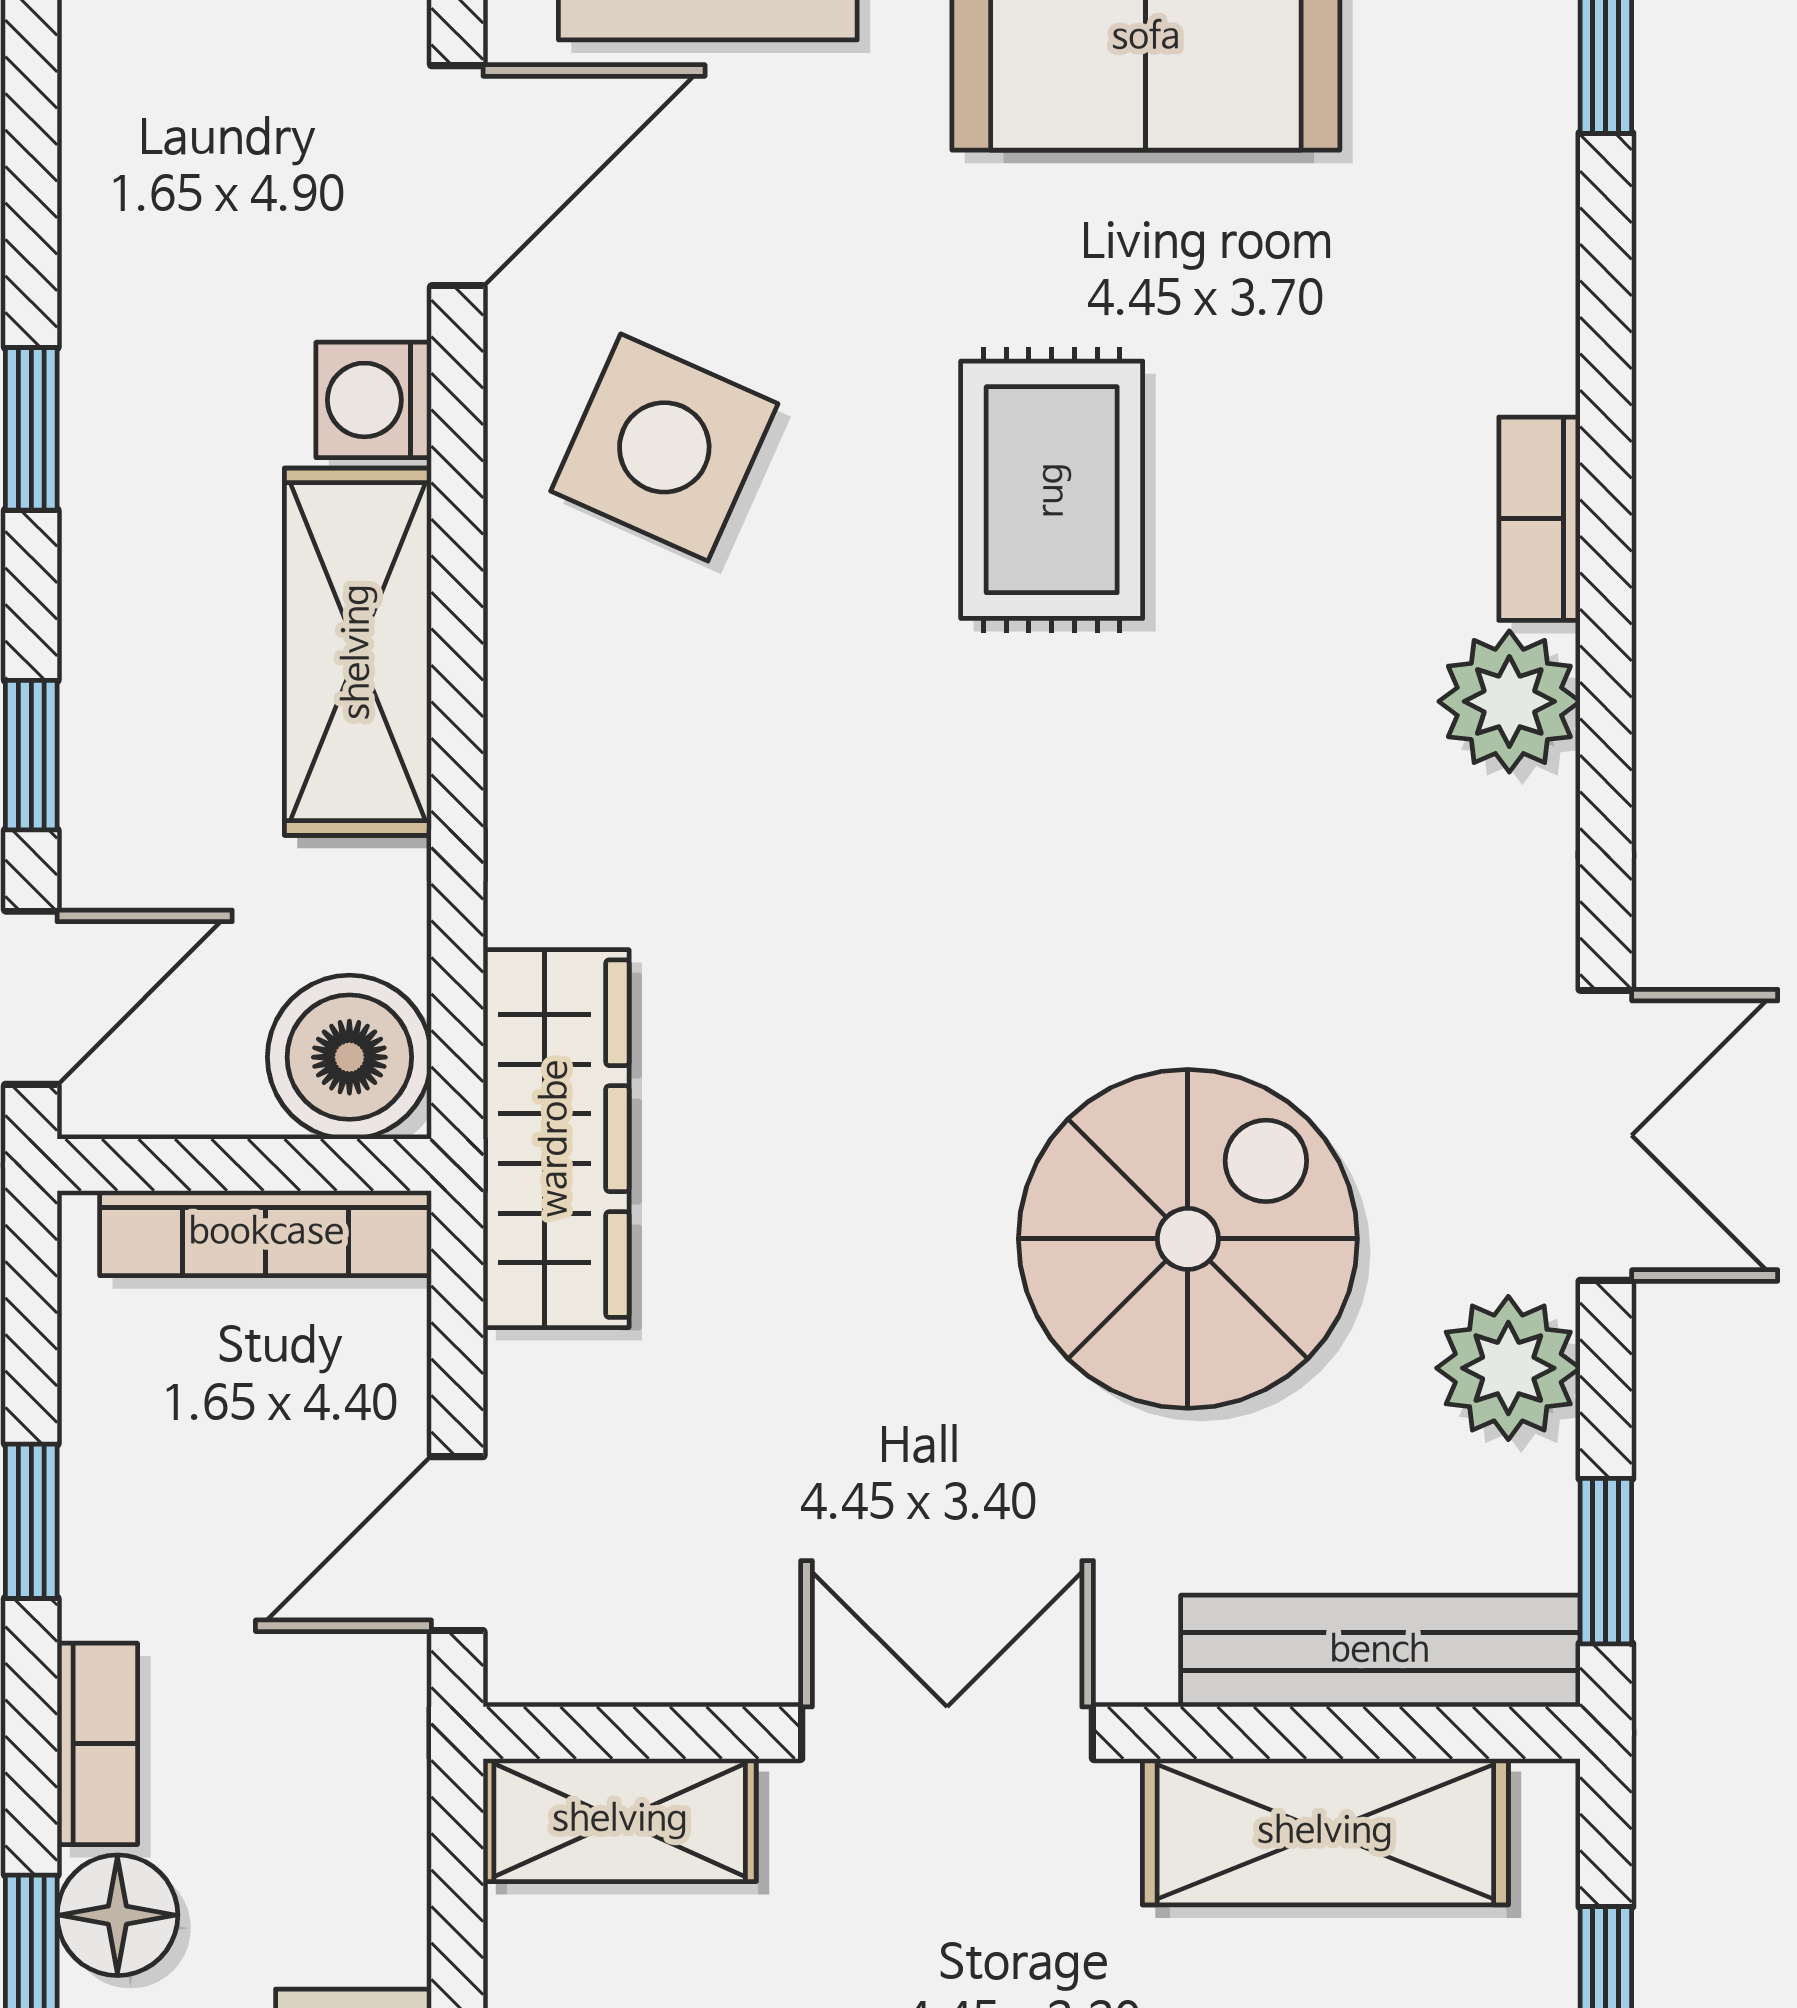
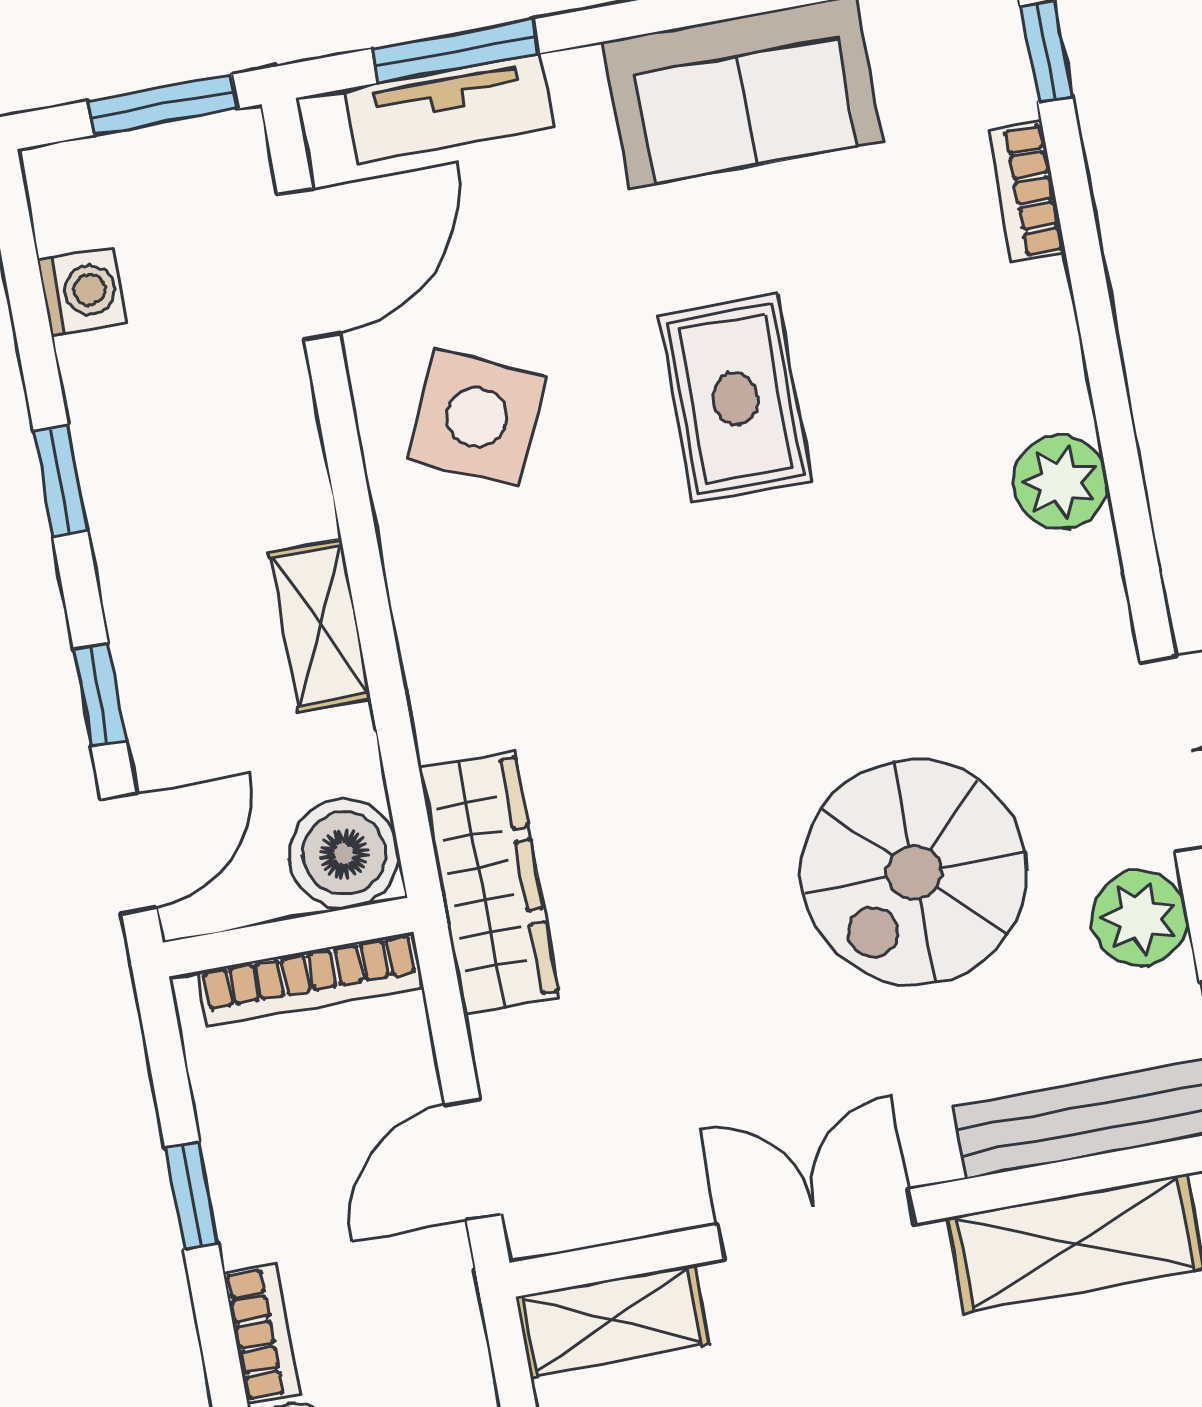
washing machine: (374, 400) -> (82, 291), moved, turned 180
bookcase: (1539, 519) -> (1027, 191), moved
shelving: (358, 652) -> (320, 626), width x0.67, depth x0.75
spiral stairs: (1188, 1239) -> (914, 872), turned 180

